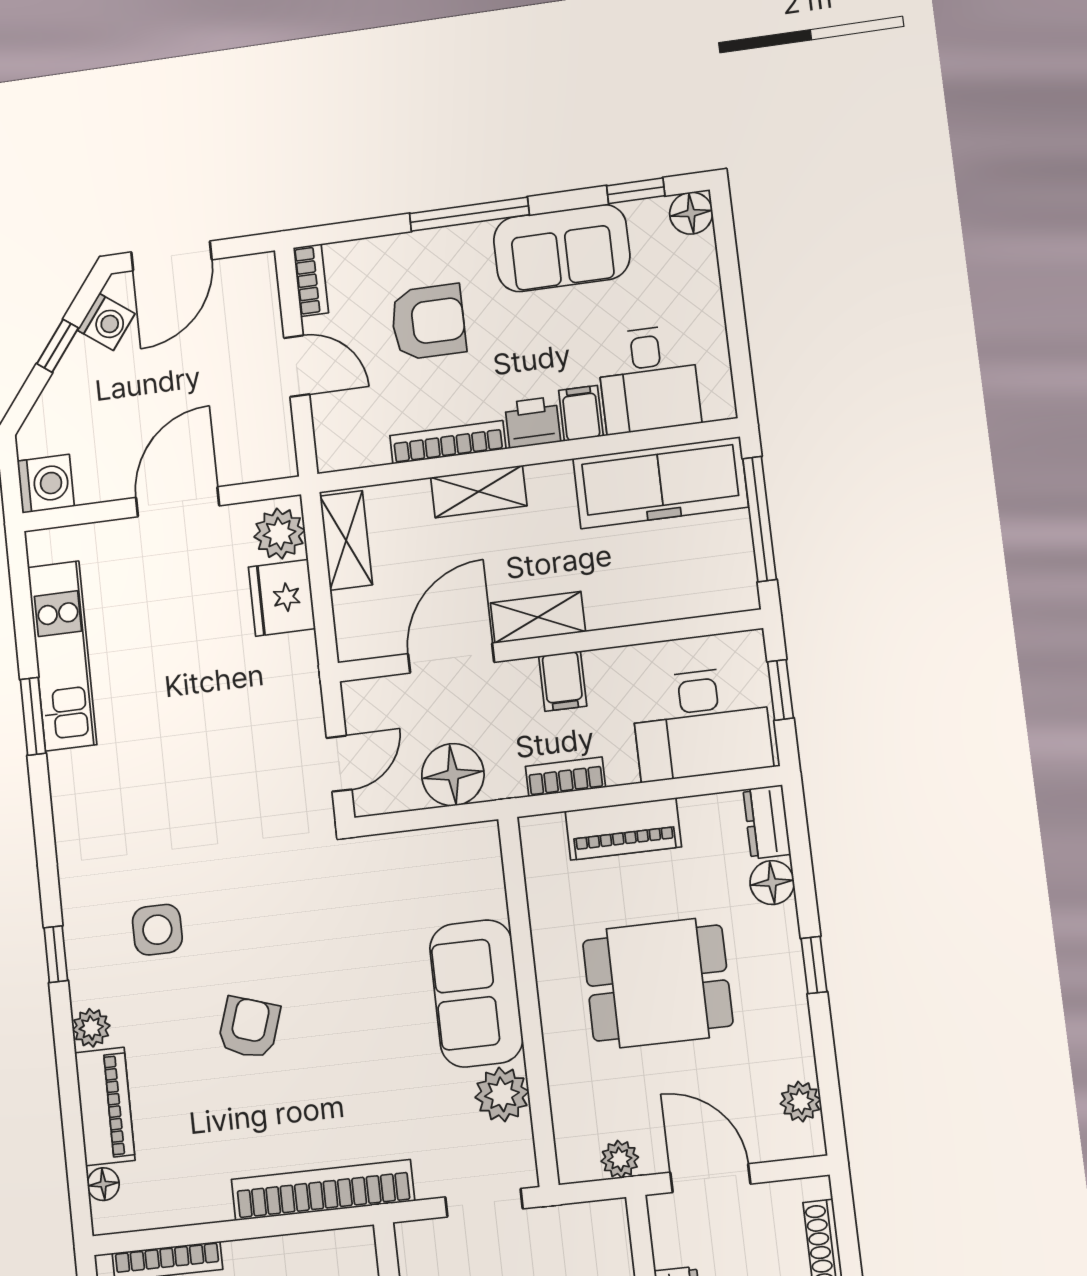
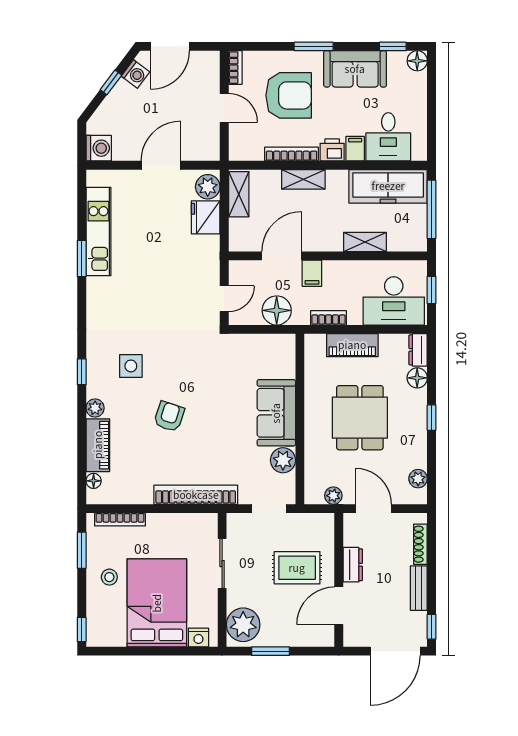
window: (469, 214) -> (314, 46), width x0.69
armchair: (428, 322) -> (289, 95), width x1.36, depth x1.36
shelving: (538, 617) -> (365, 242), moved
filing cabinet: (563, 681) -> (312, 273), moved
dining table: (658, 983) -> (360, 418), turned 90

